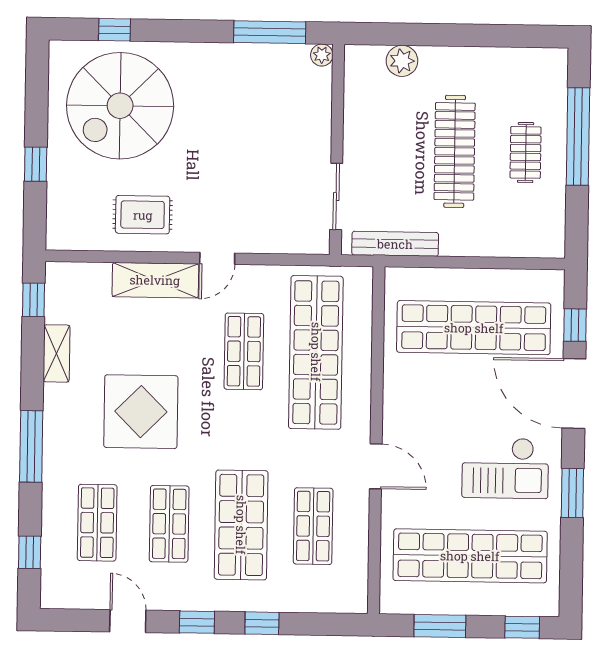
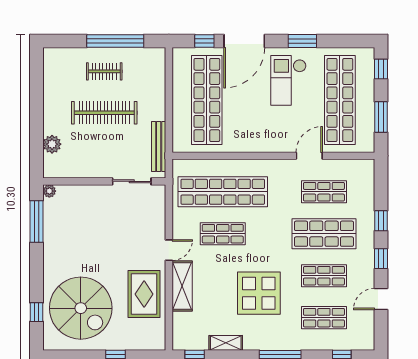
window: (578, 136) -> (115, 41), moved
rug: (143, 215) -> (144, 294), width x1.36, depth x1.43
door: (217, 258) -> (169, 250), hinge flipped
door: (376, 466) -> (309, 156), moved
checkout: (505, 468) -> (288, 80), turned 180

